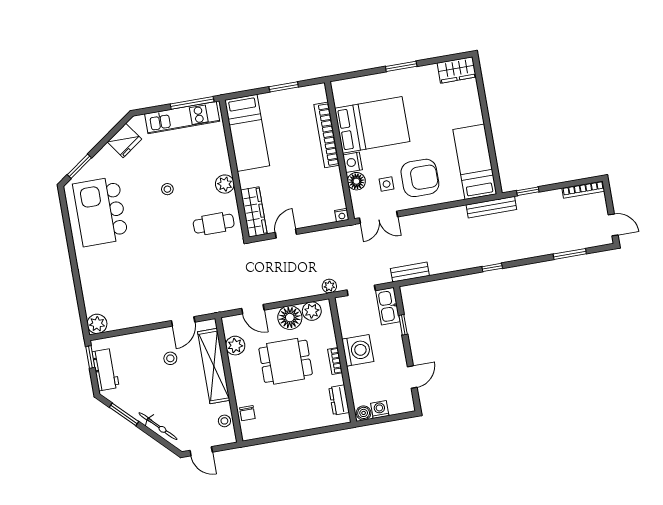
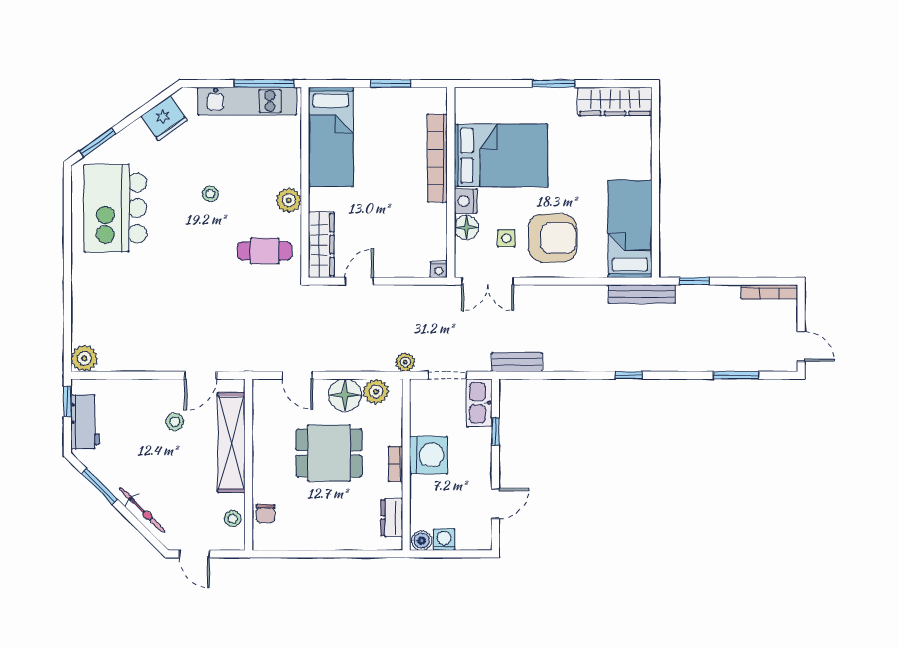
wardrobe: (457, 70) -> (615, 101), width x1.50
plant: (235, 346) -> (265, 420), removed

